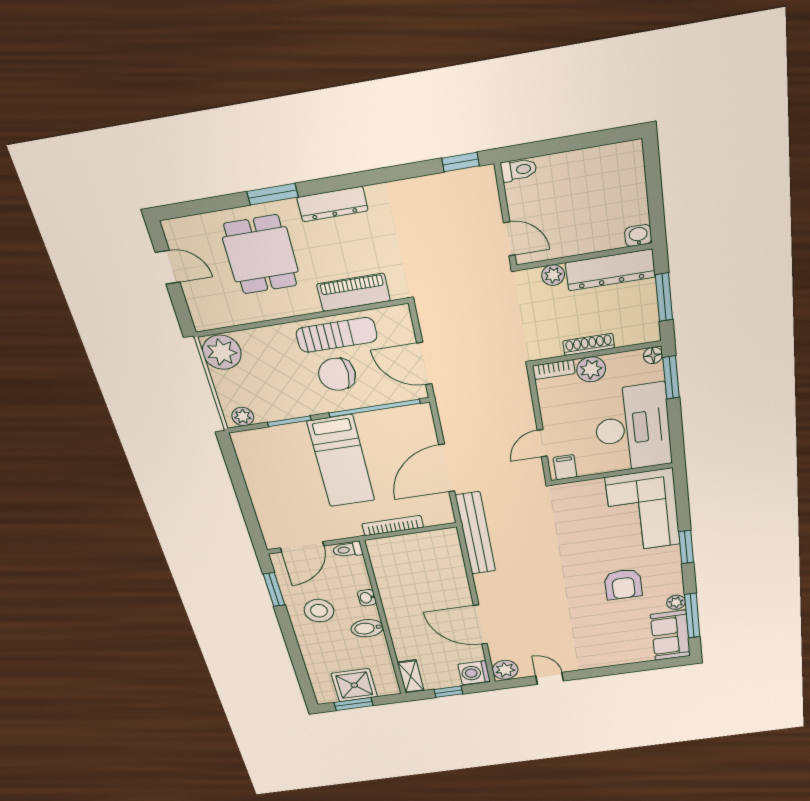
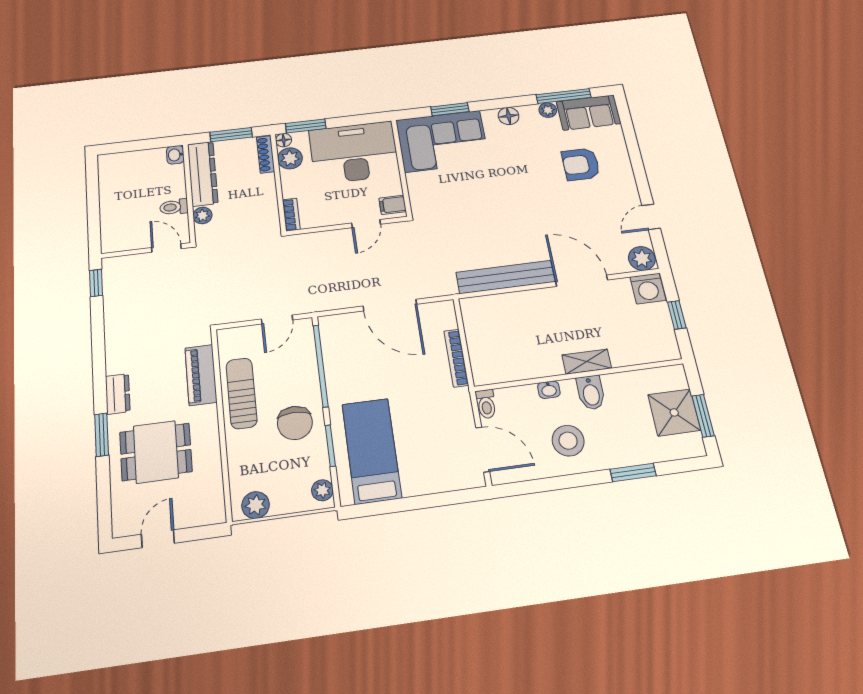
toilet: (519, 170) -> (174, 207), moved, turned -90
dresser: (332, 204) -> (118, 394), width x0.70
door: (509, 239) -> (166, 248), hinge flipped
shoe rack: (589, 344) -> (266, 154), moved
plant: (222, 352) -> (256, 505), width x0.73, depth x0.73
door: (424, 364) -> (277, 319), width x0.73
plant: (591, 369) -> (290, 158), moved
chair: (337, 374) -> (295, 423), moved
door: (542, 443) -> (366, 224), hinge flipped
bed: (341, 461) -> (372, 451), moved, turned -90
bench: (476, 533) -> (505, 277), moved
window: (686, 547) -> (450, 109), moved
floor lamp: (671, 569) -> (509, 116), added
armchair: (623, 584) -> (581, 164), moved, turned 180
window: (274, 590) -> (633, 472), moved
door: (480, 625) -> (582, 281), swing flipped
shelving: (411, 676) -> (587, 362), moved

